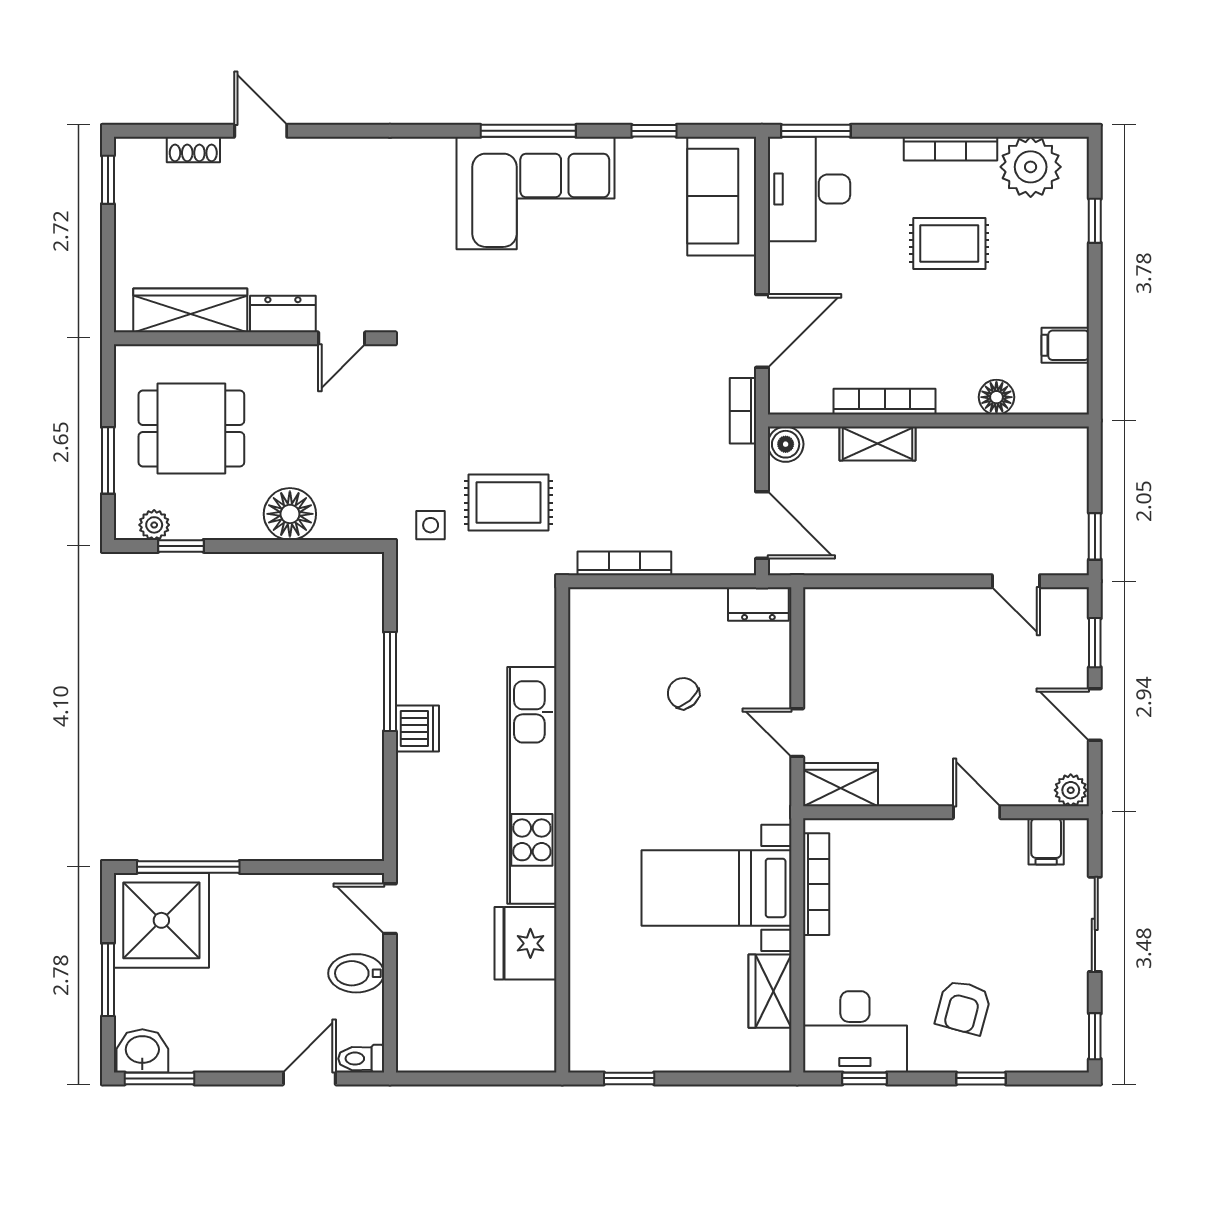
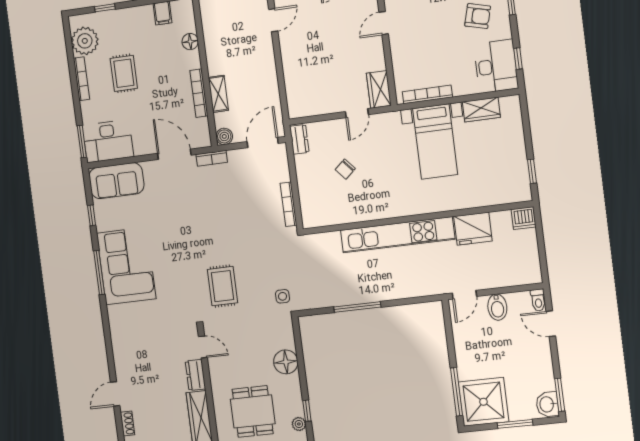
rug: (509, 503) -> (222, 286), moved
dishwasher: (417, 729) -> (523, 218), moved, turned 180

